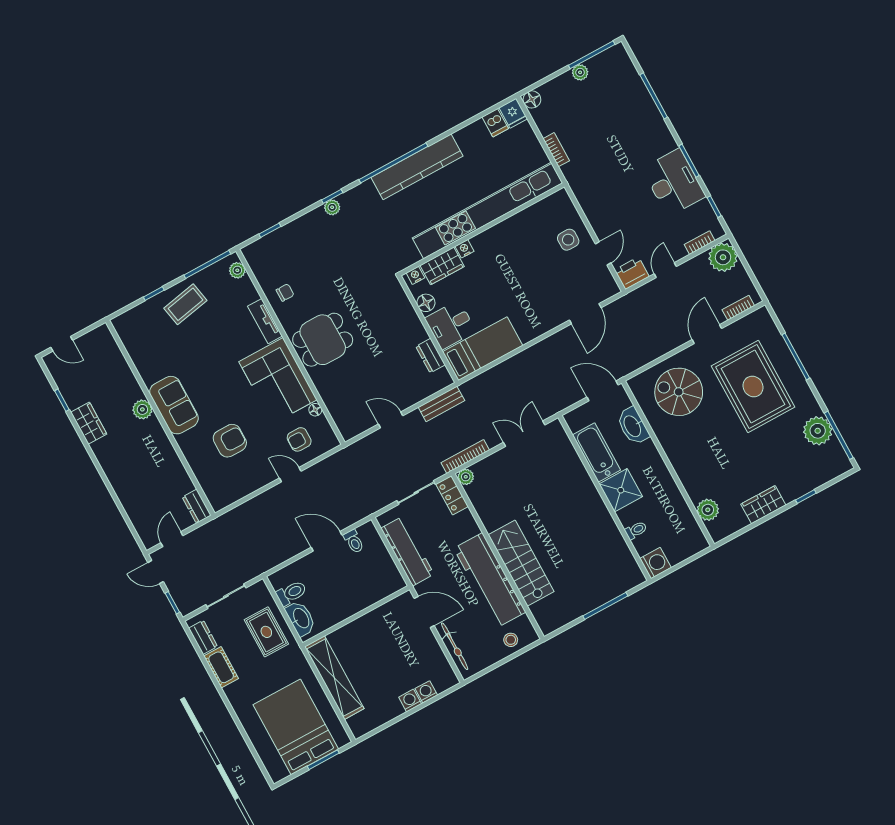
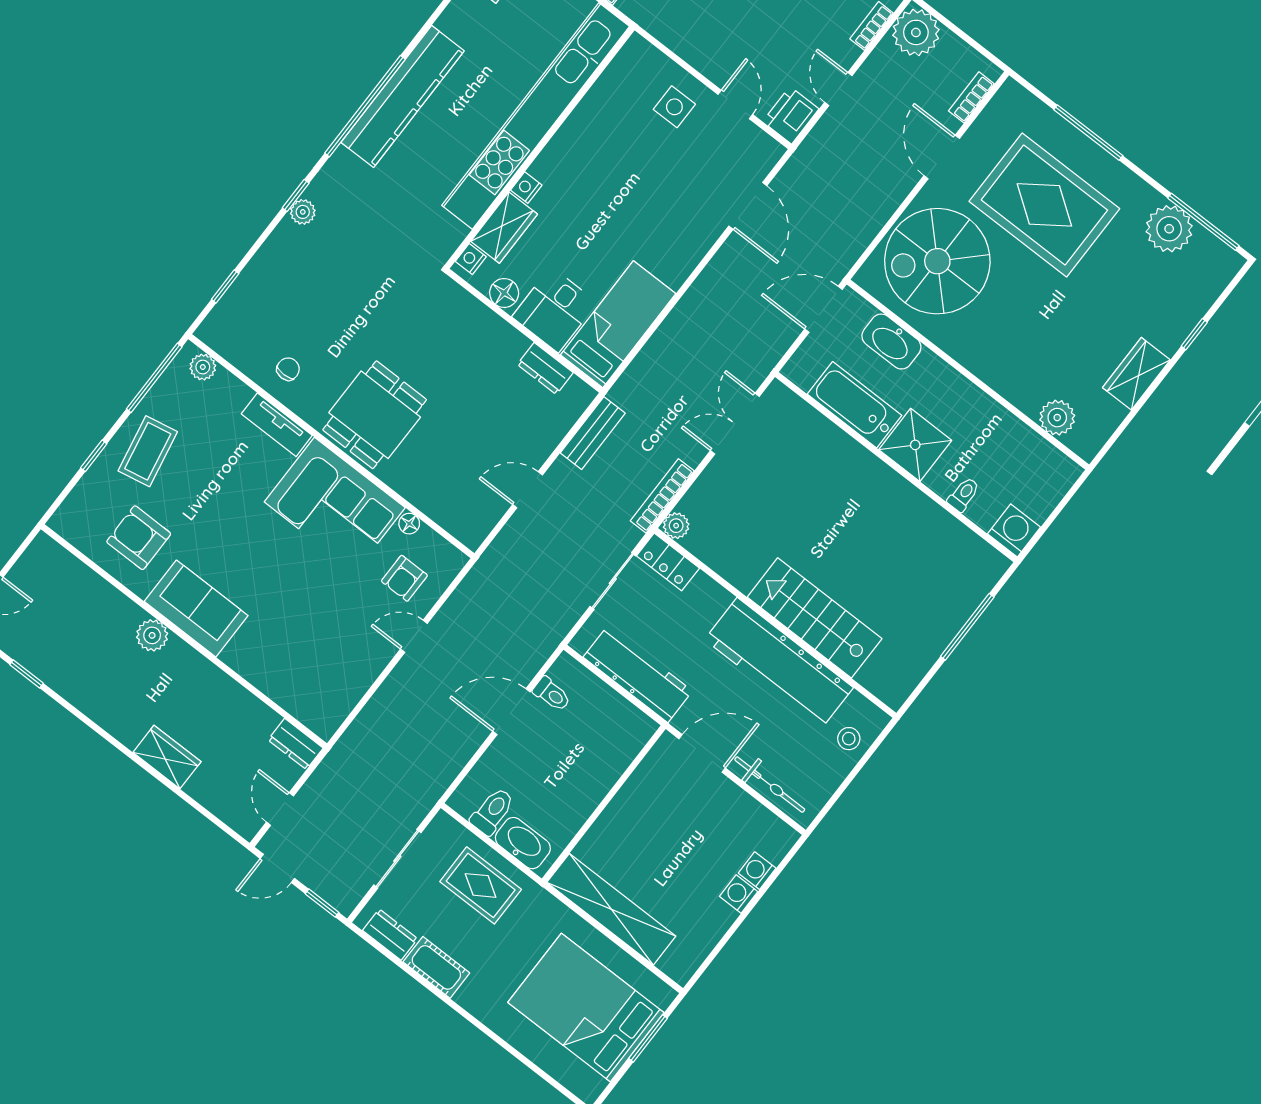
spiral stairs: (679, 392) -> (937, 261), width x1.37, depth x1.37
wardrobe: (89, 423) -> (167, 757), moved
armchair: (230, 441) -> (139, 538), moved, turned -90

